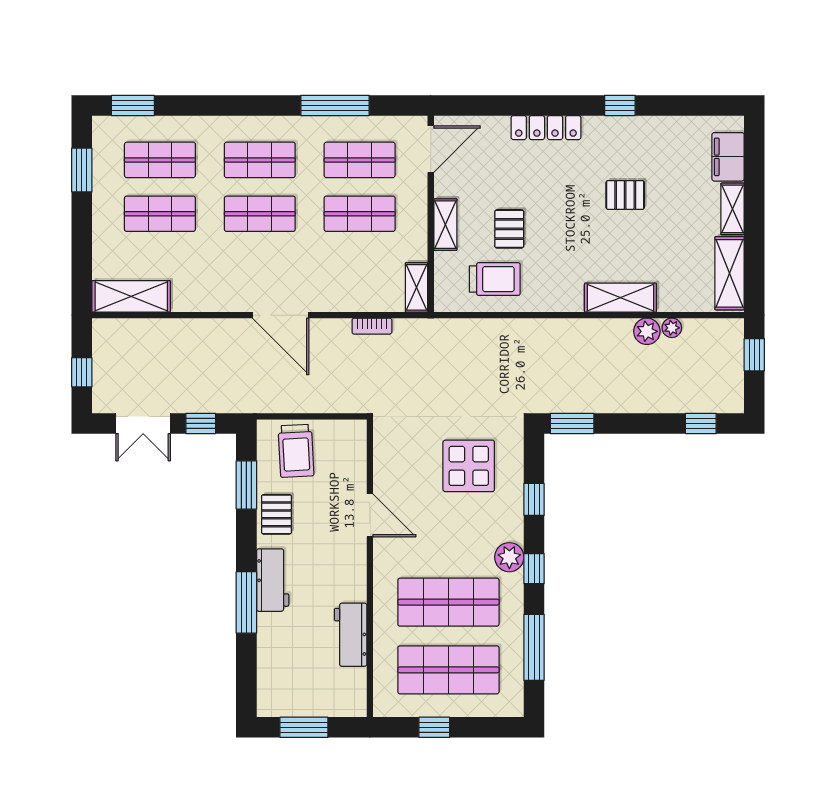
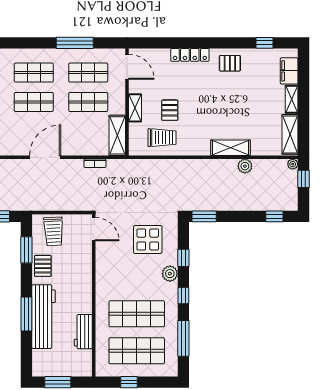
window: (620, 105) -> (265, 43), moved
door: (431, 149) -> (127, 67), hinge flipped
pallet: (625, 195) -> (230, 63), moved
shelving: (417, 287) -> (117, 135), width x1.50, depth x1.33
door: (281, 315) -> (45, 157), swing flipped
plant: (672, 328) -> (293, 164), moved
door: (370, 515) -> (94, 229), moved
plant: (509, 557) -> (170, 274), moved
workbench: (273, 580) -> (44, 317), width x1.88, depth x1.32

